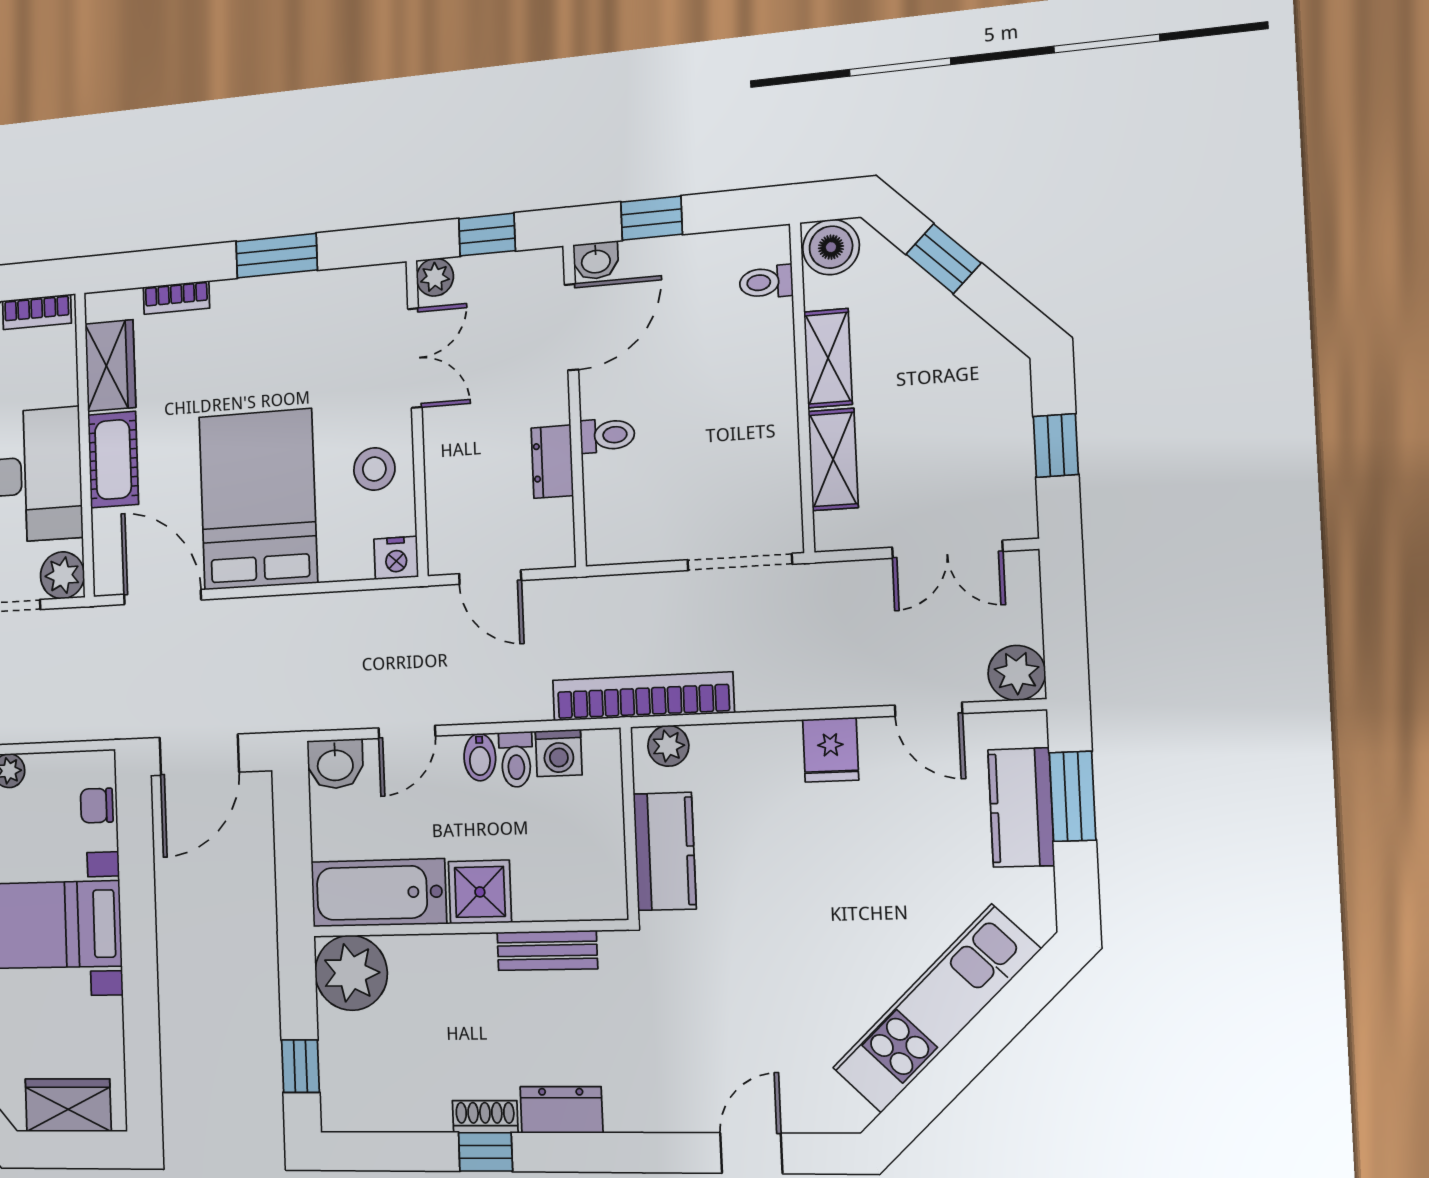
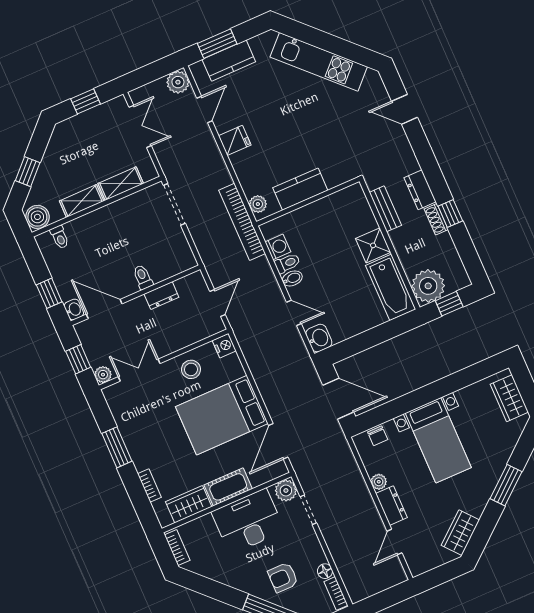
shower: (480, 892) -> (373, 245), moved
bathtub: (379, 893) -> (391, 287), moved
wall: (468, 928) -> (390, 244), moved
bench: (547, 951) -> (385, 209), moved
plant: (351, 973) -> (428, 286), moved

